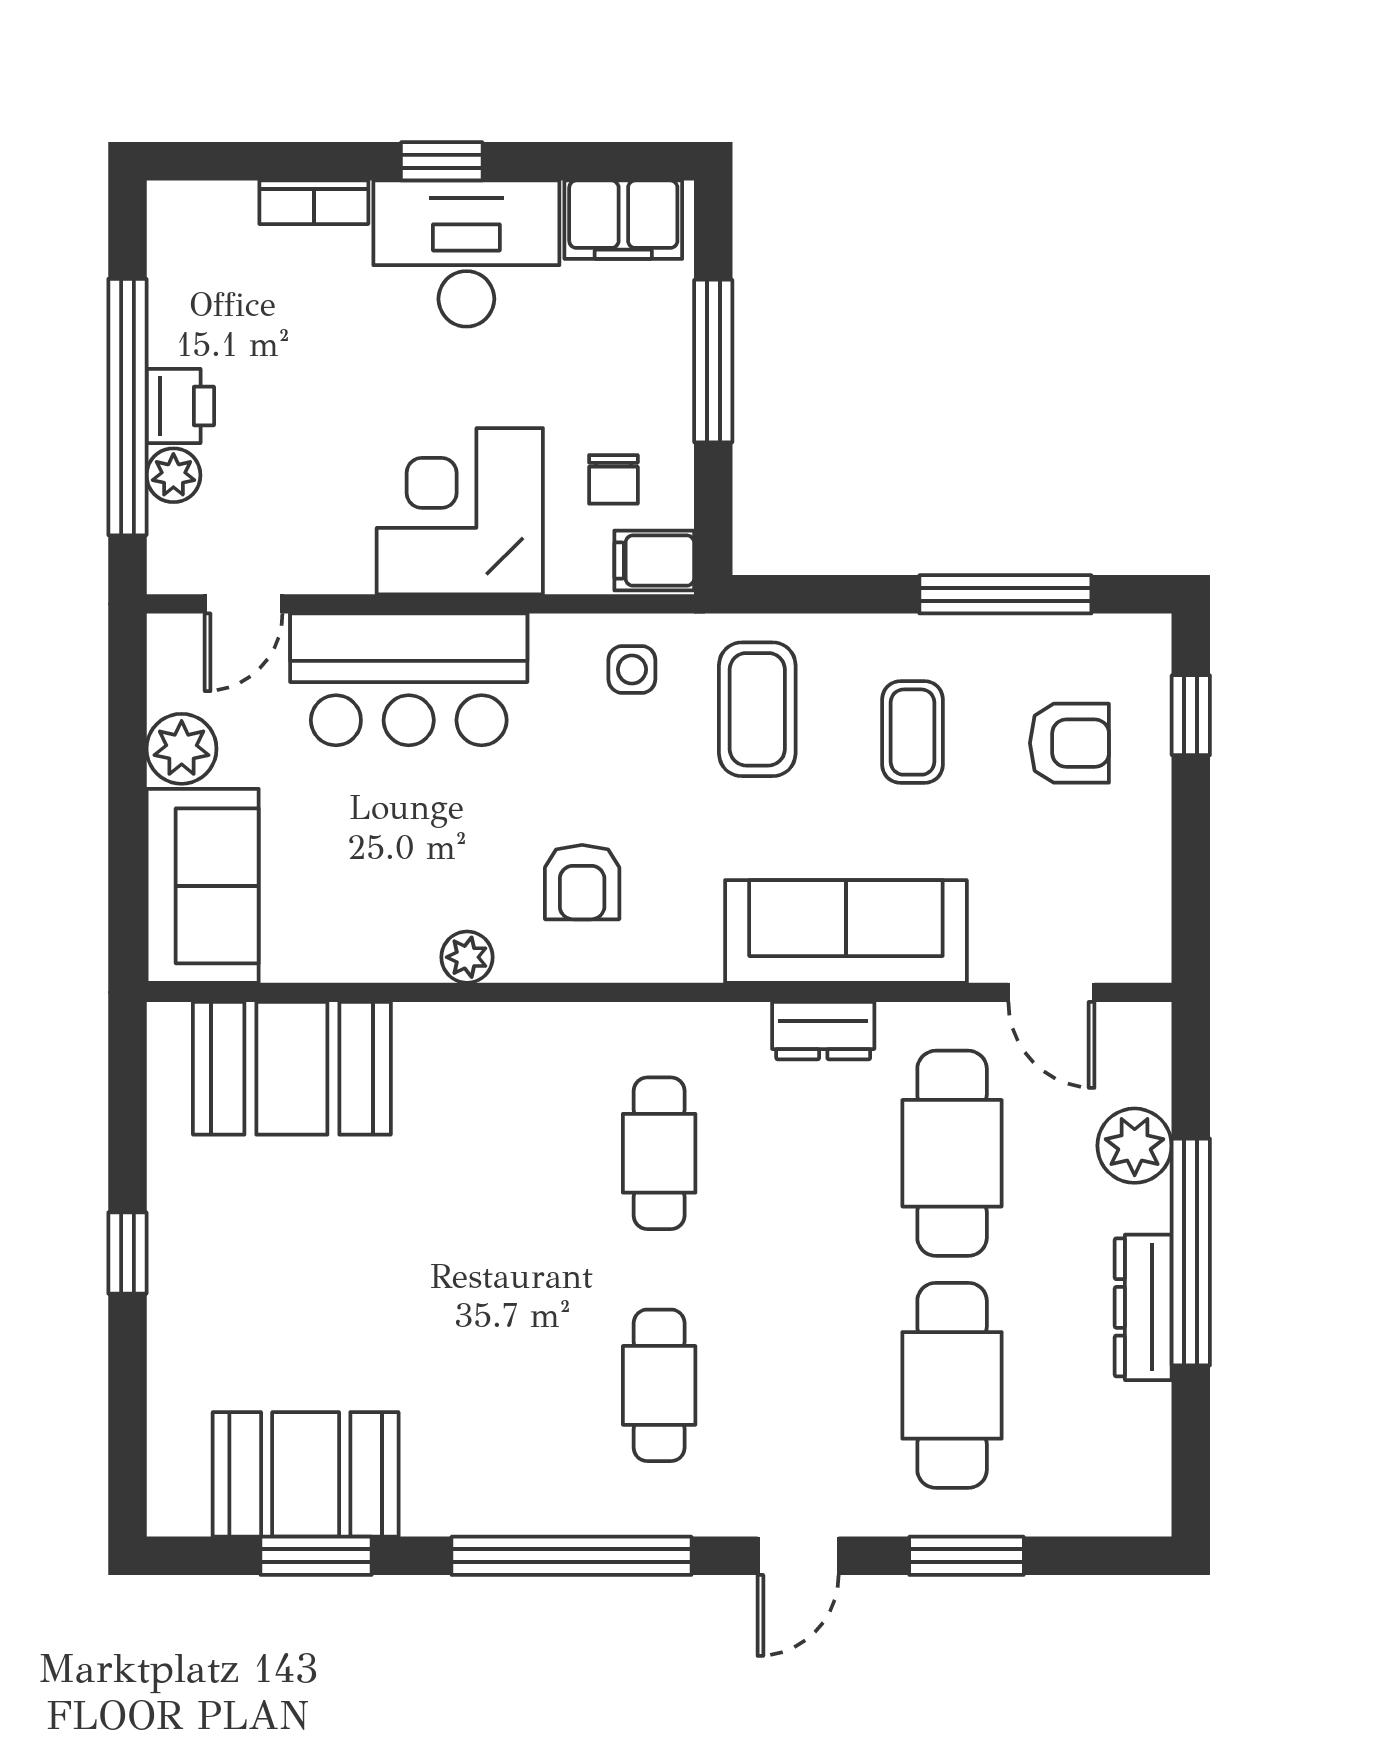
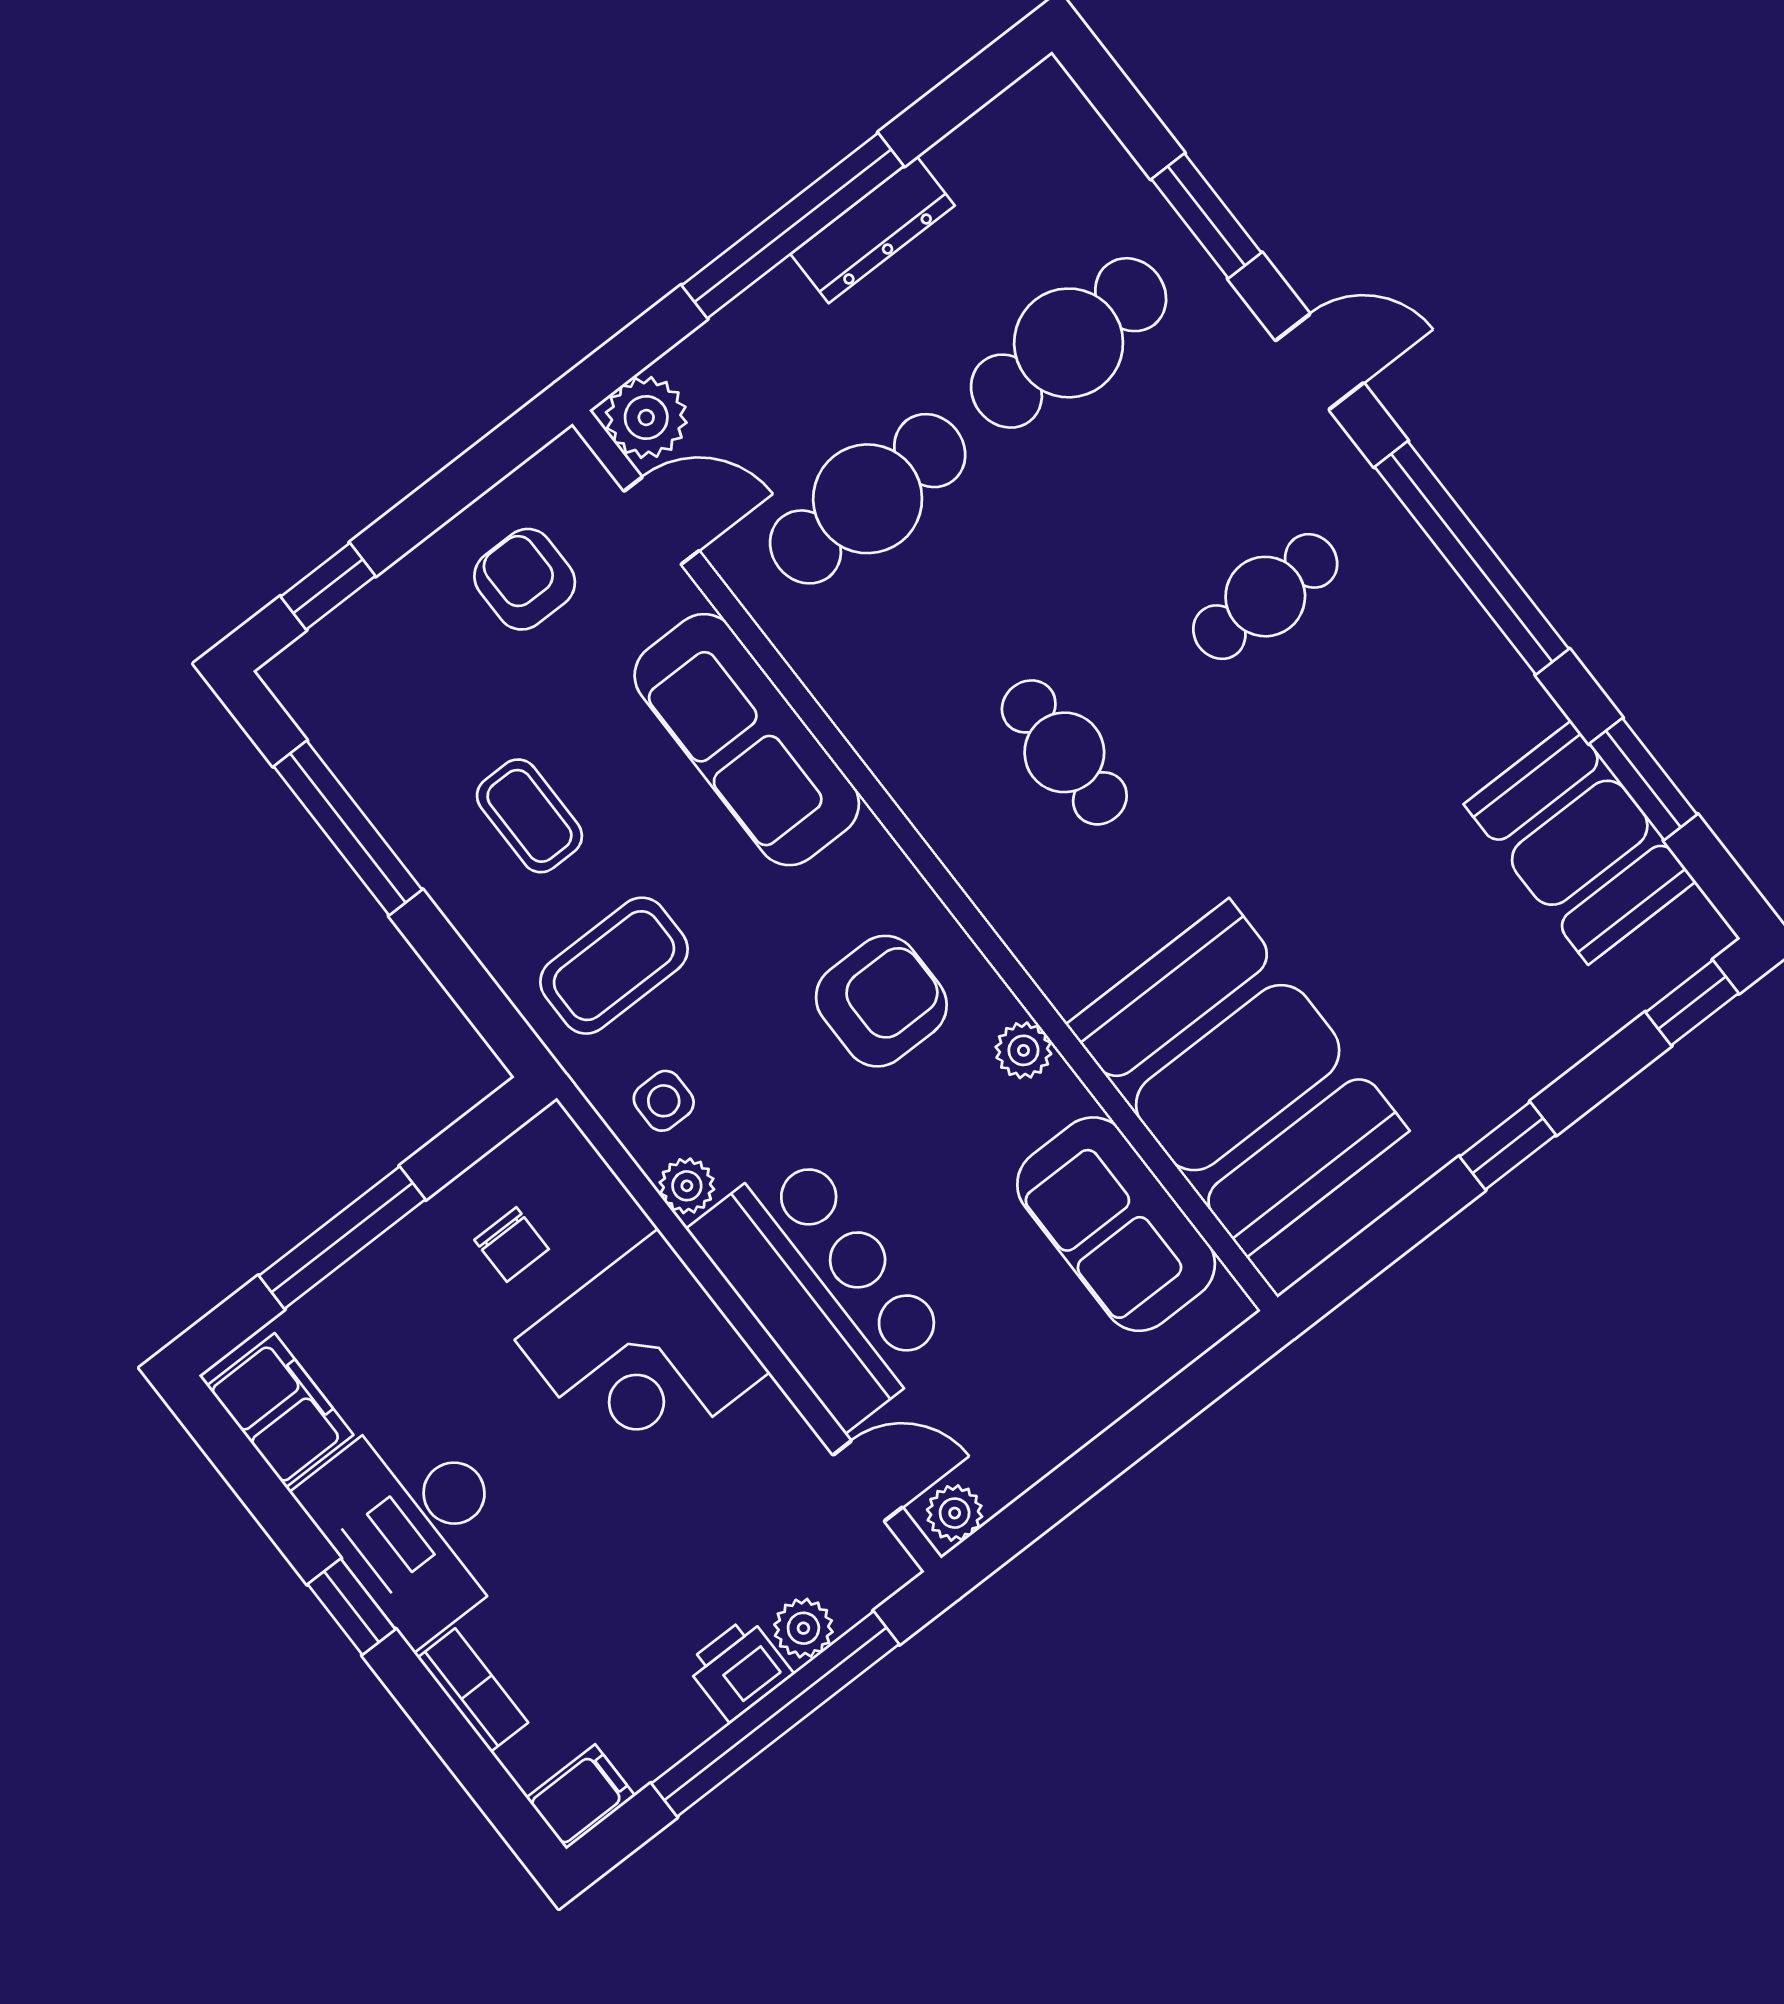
chair: (613, 479) -> (512, 1244), turned 90
filing cabinet: (654, 561) -> (581, 1797), moved, turned -90
plant: (558, 639) -> (687, 1186), added
coffee table: (913, 732) -> (529, 816), turned 90
armchair: (1069, 743) -> (525, 579), moved
plant: (182, 749) -> (955, 1513), moved, width x0.73, depth x0.73
armchair: (582, 882) -> (881, 1001), width x1.38, depth x1.38
sofa: (203, 886) -> (1116, 1224), moved, turned -90
door: (1051, 992) -> (662, 521), hinge flipped
dresser: (823, 1031) -> (848, 693), removed
booth: (292, 1068) -> (1238, 1078), width x1.36, depth x1.42
plant: (1135, 1146) -> (646, 417), moved
cafe table: (659, 1153) -> (1064, 752), turned 90
window: (127, 1466) -> (1692, 1003), added

